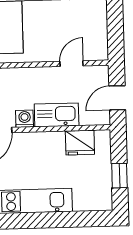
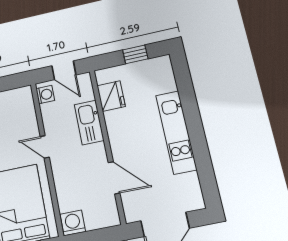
door: (72, 64) -> (45, 147), moved
washing machine: (25, 119) -> (45, 95), moved, turned 180

